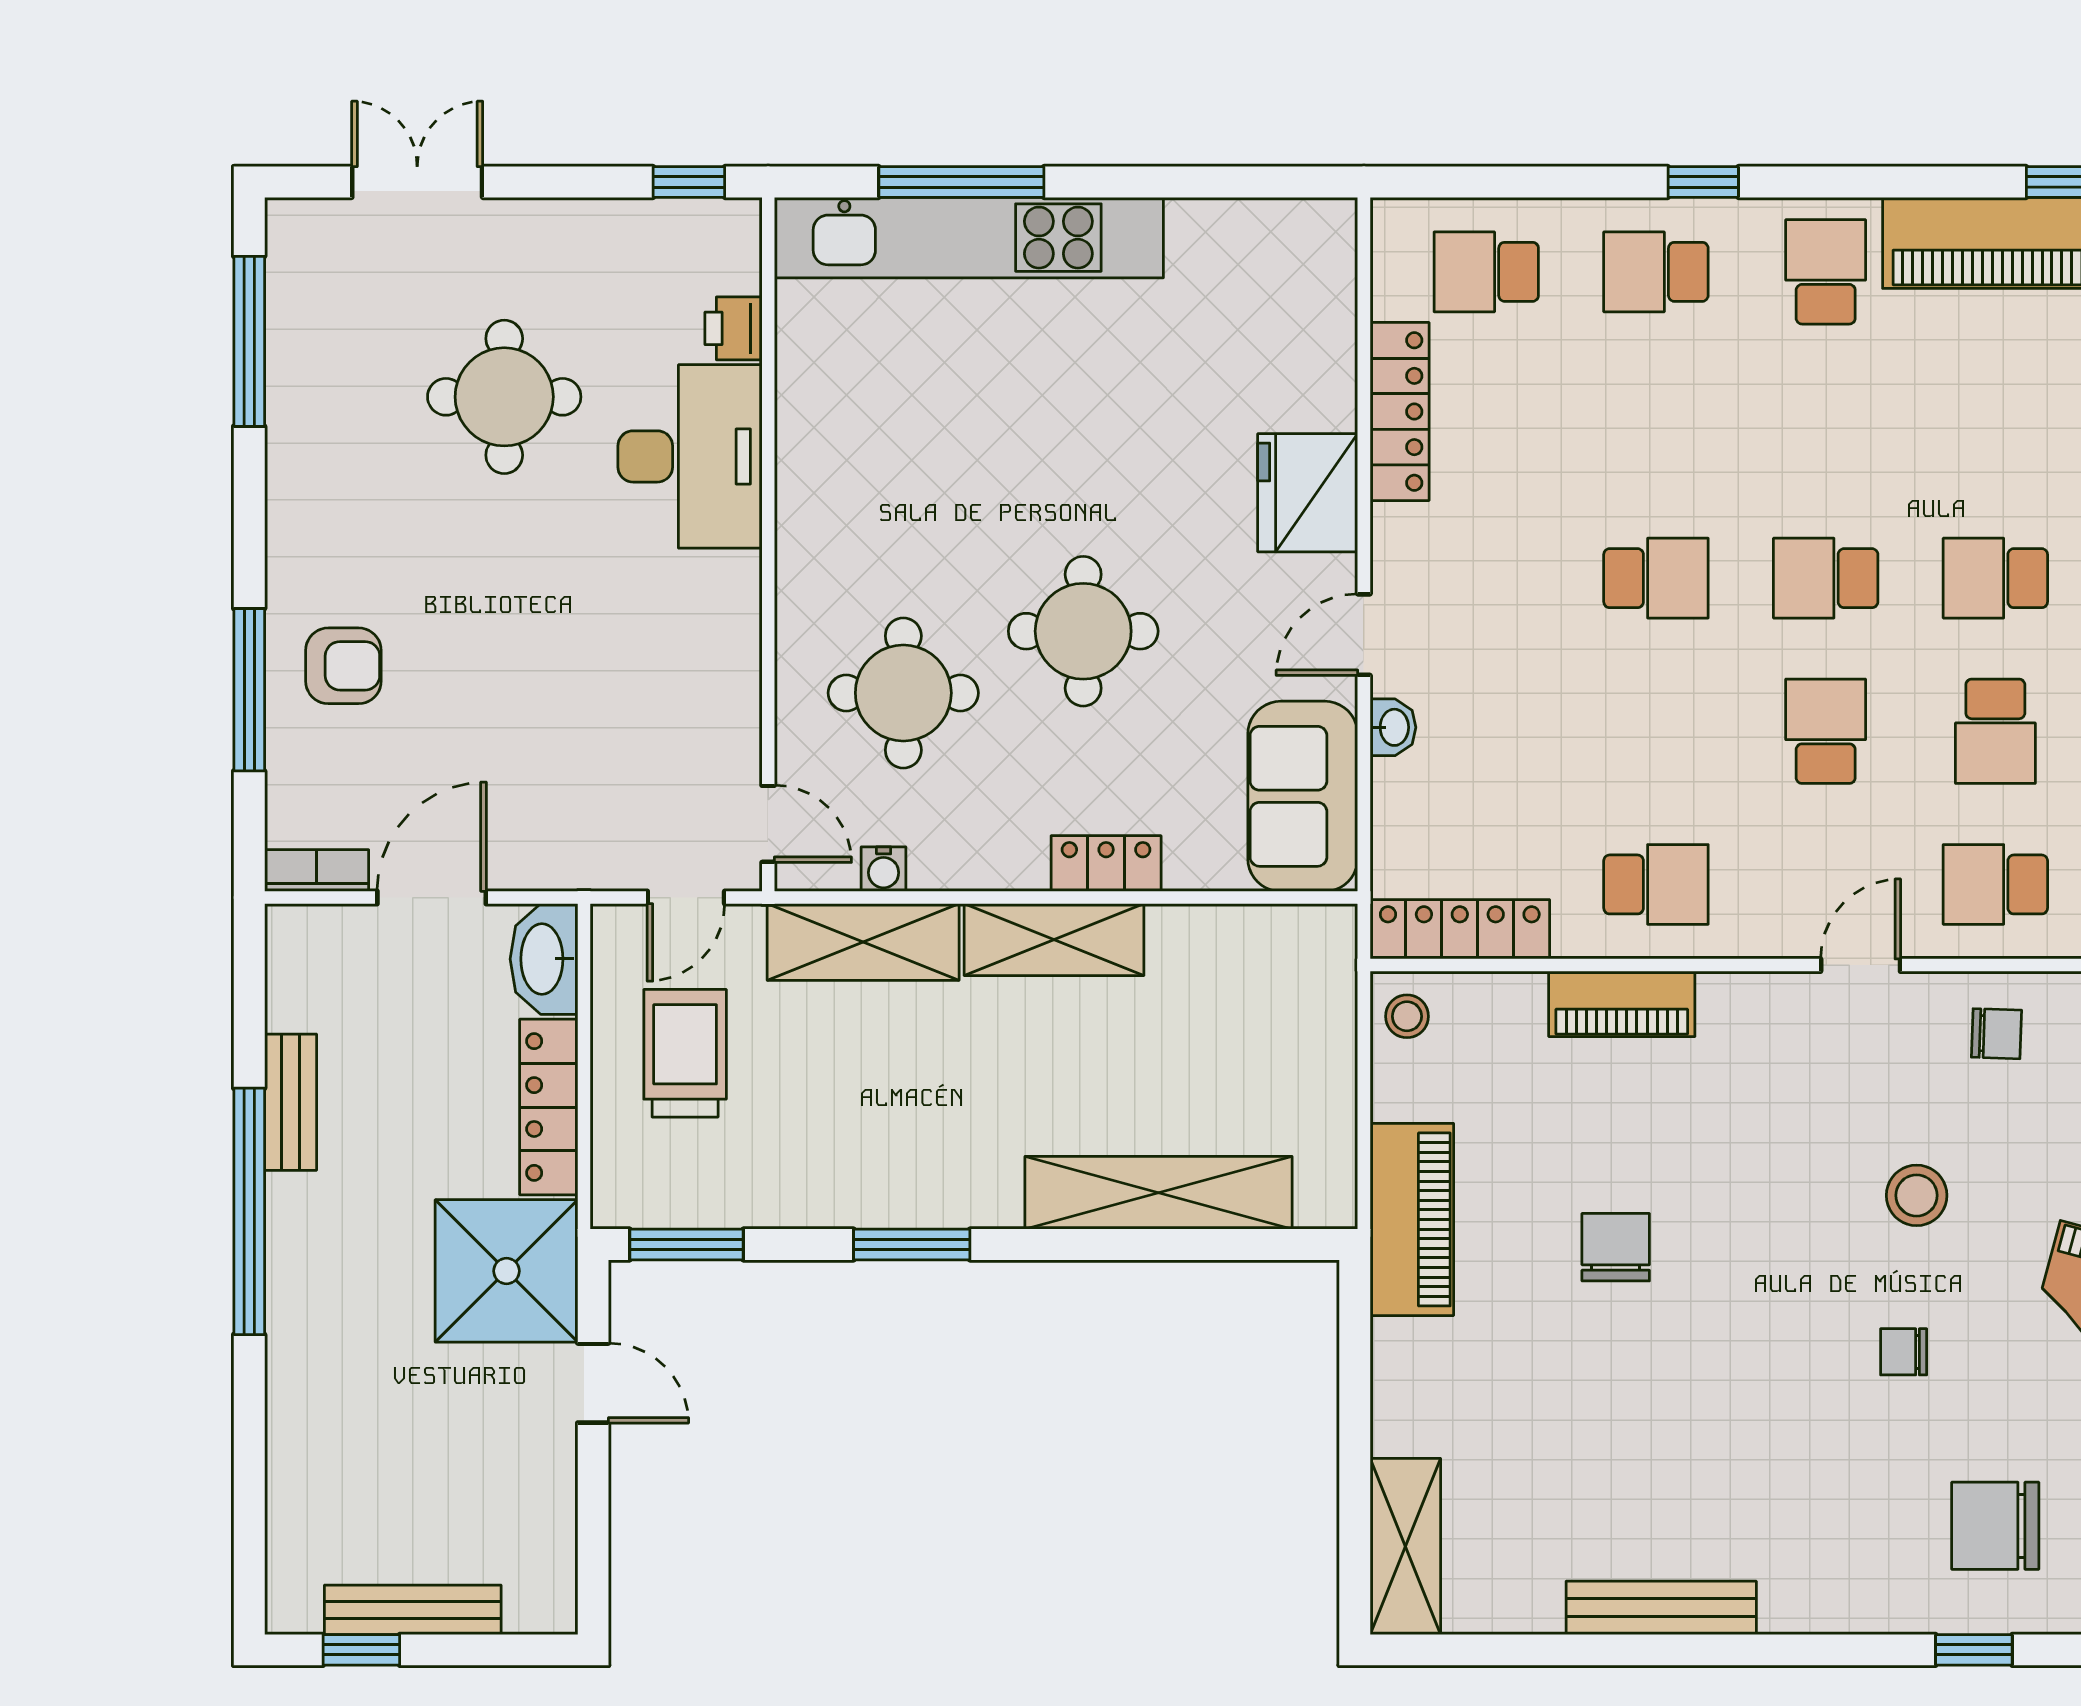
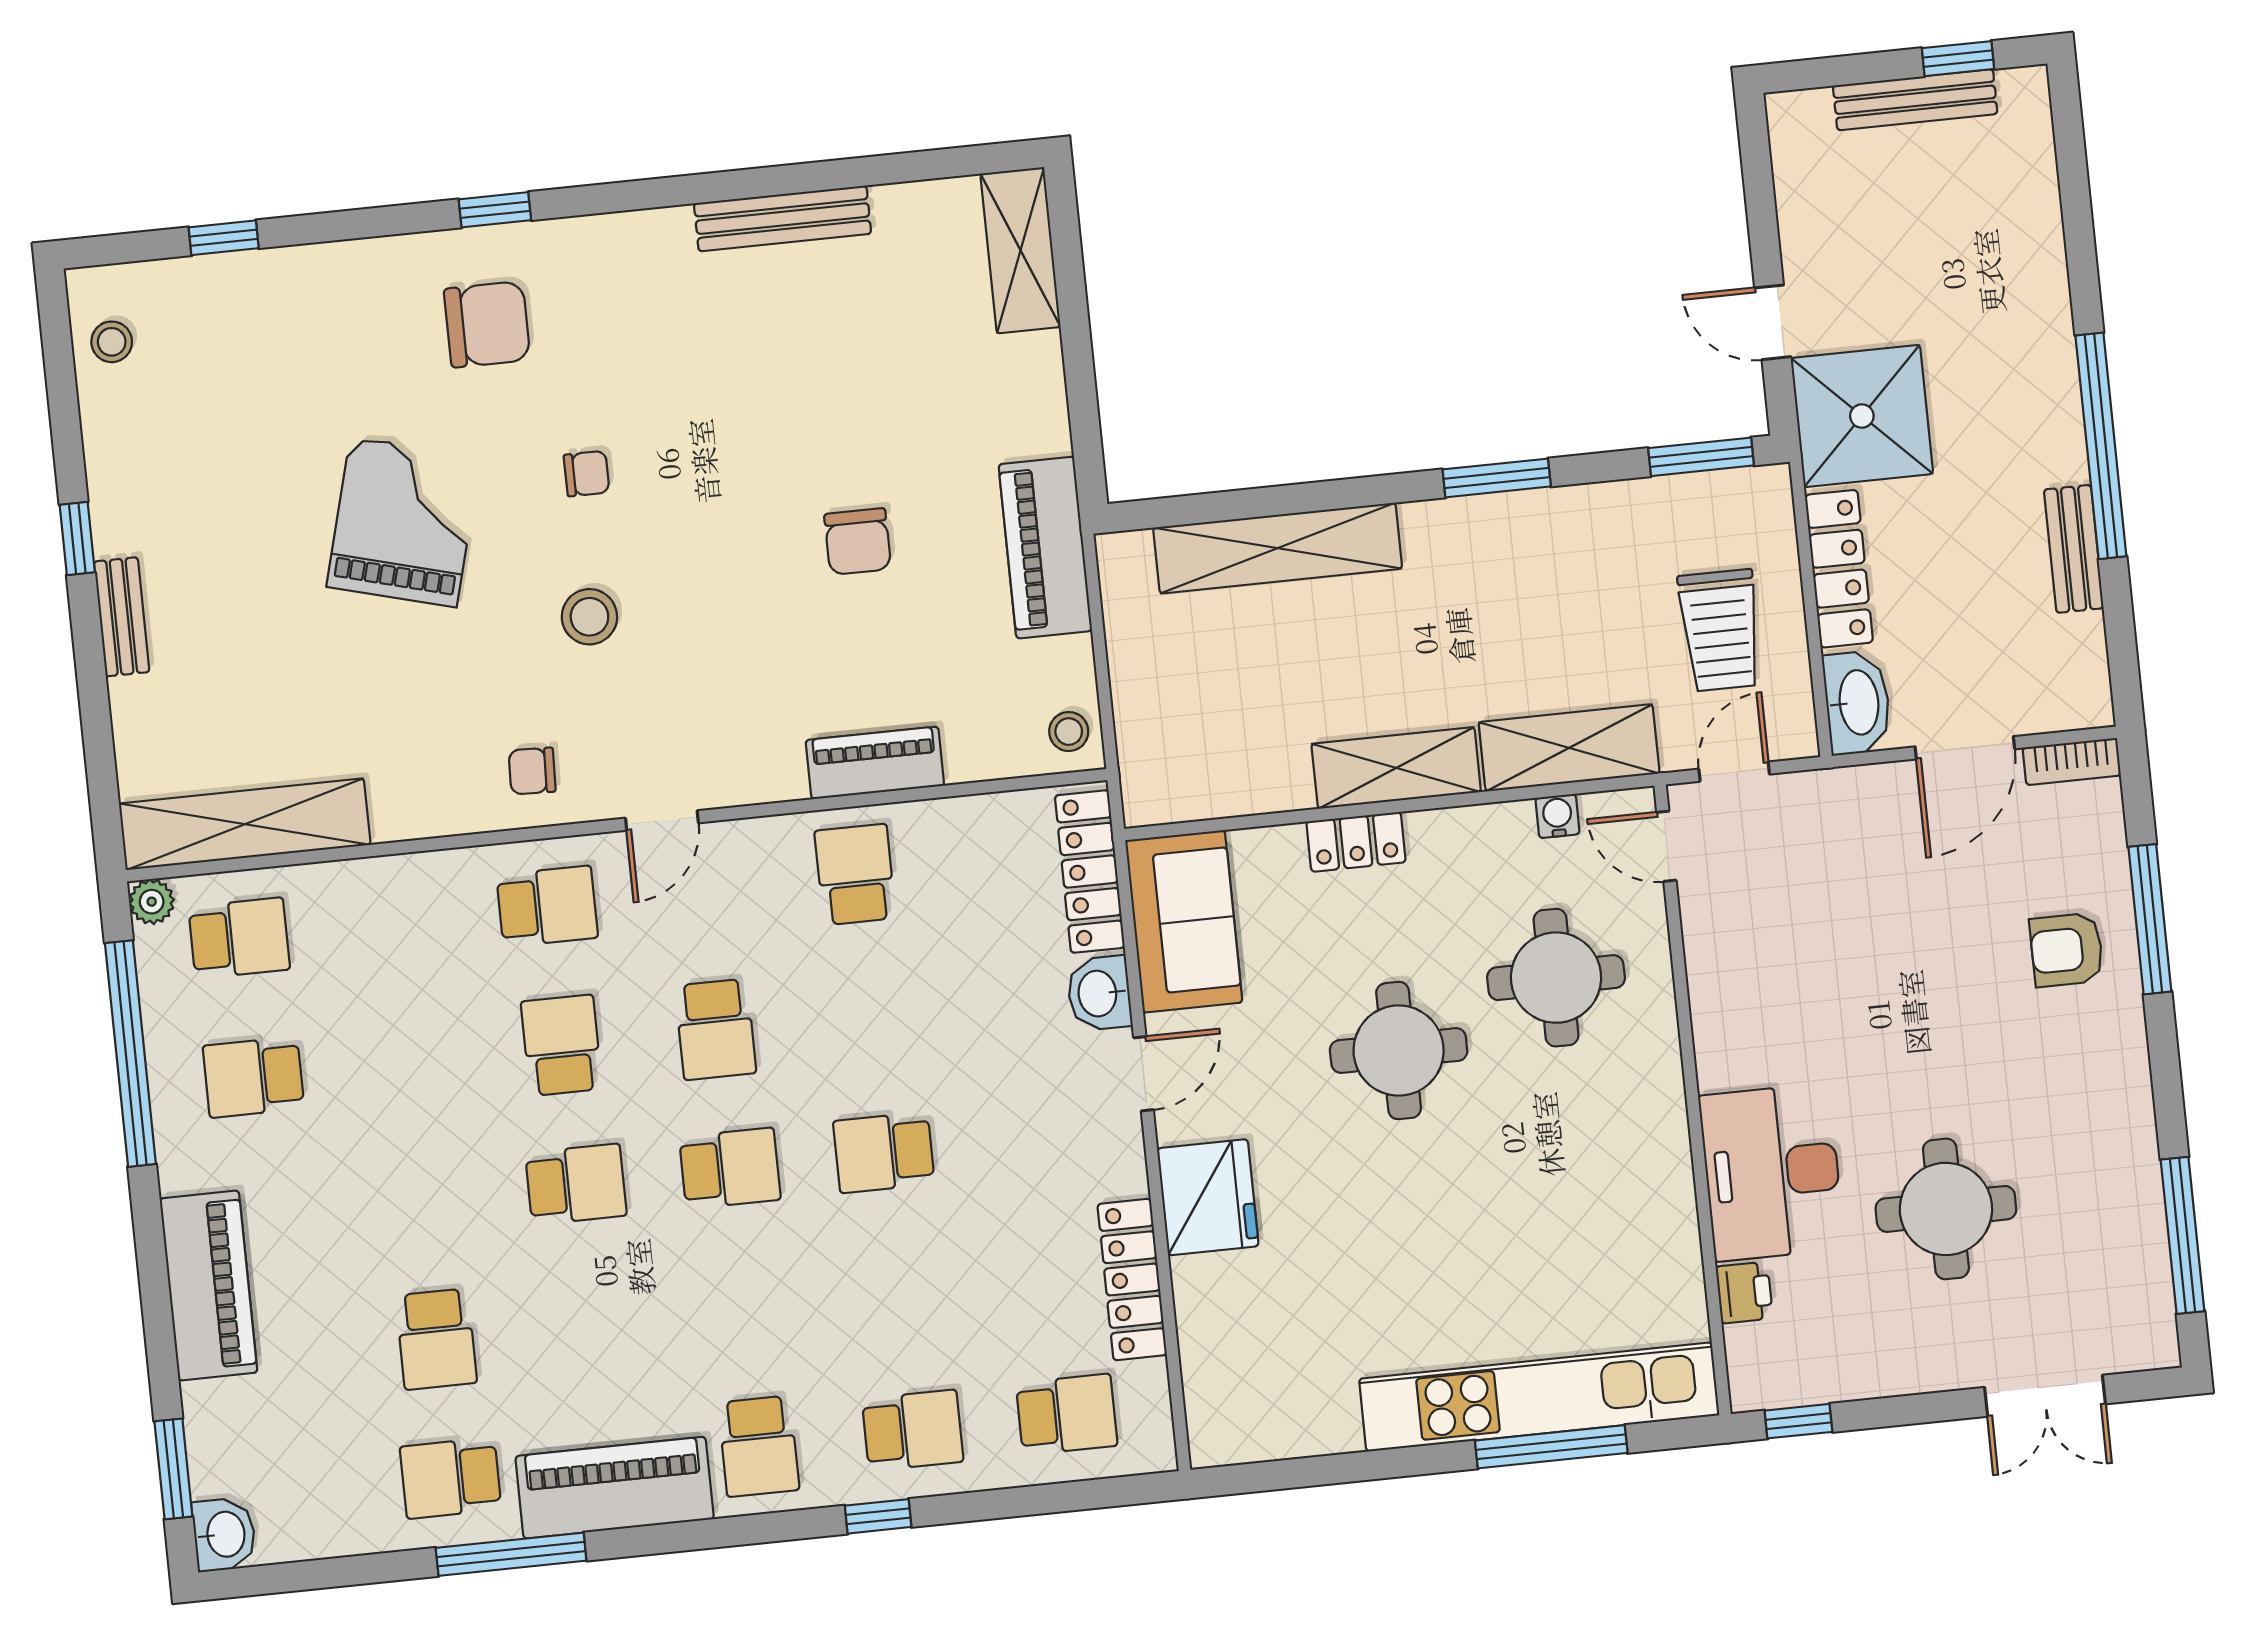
washbasin: (1393, 727) -> (1099, 993), width x1.38, depth x1.45
school desk: (1656, 884) -> (855, 874), turned 90
locker: (1460, 929) -> (1090, 872), moved, turned 90

